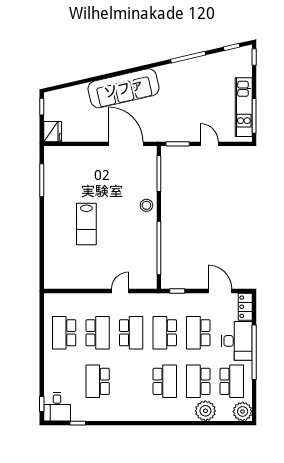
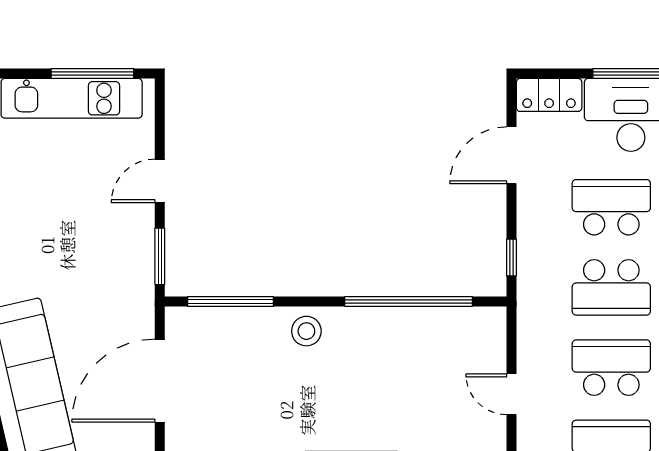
school desk: (198, 333) -> (611, 207), turned 180

